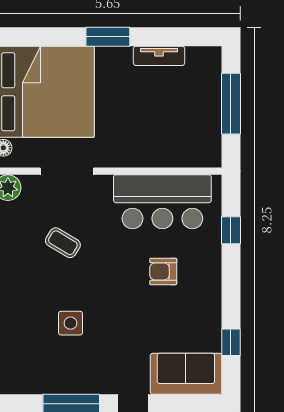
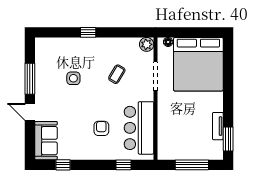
window: (108, 37) -> (228, 139), moved

